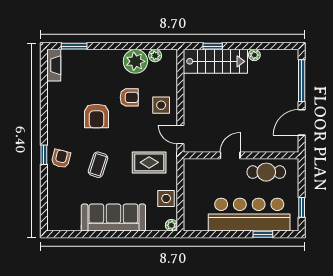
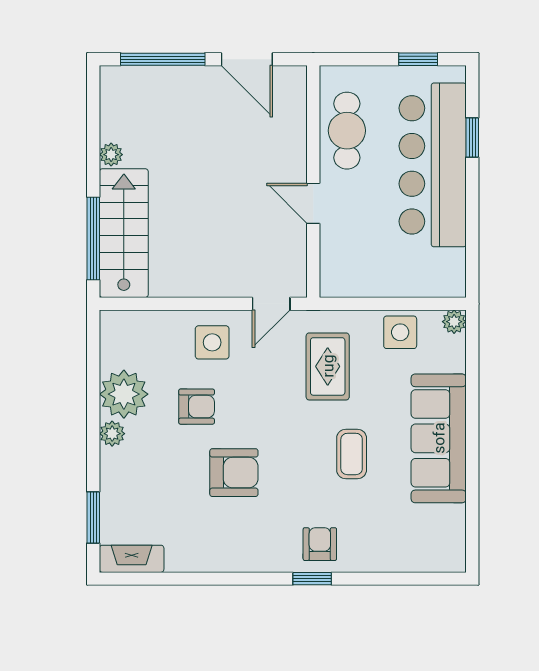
window: (213, 46) -> (93, 238), width x2.17
plant: (155, 56) -> (112, 434), moved
armchair: (129, 97) -> (197, 407), turned 90
armchair: (61, 159) -> (320, 544), turned 76
coffee table: (98, 165) -> (352, 454), moved, turned 72

